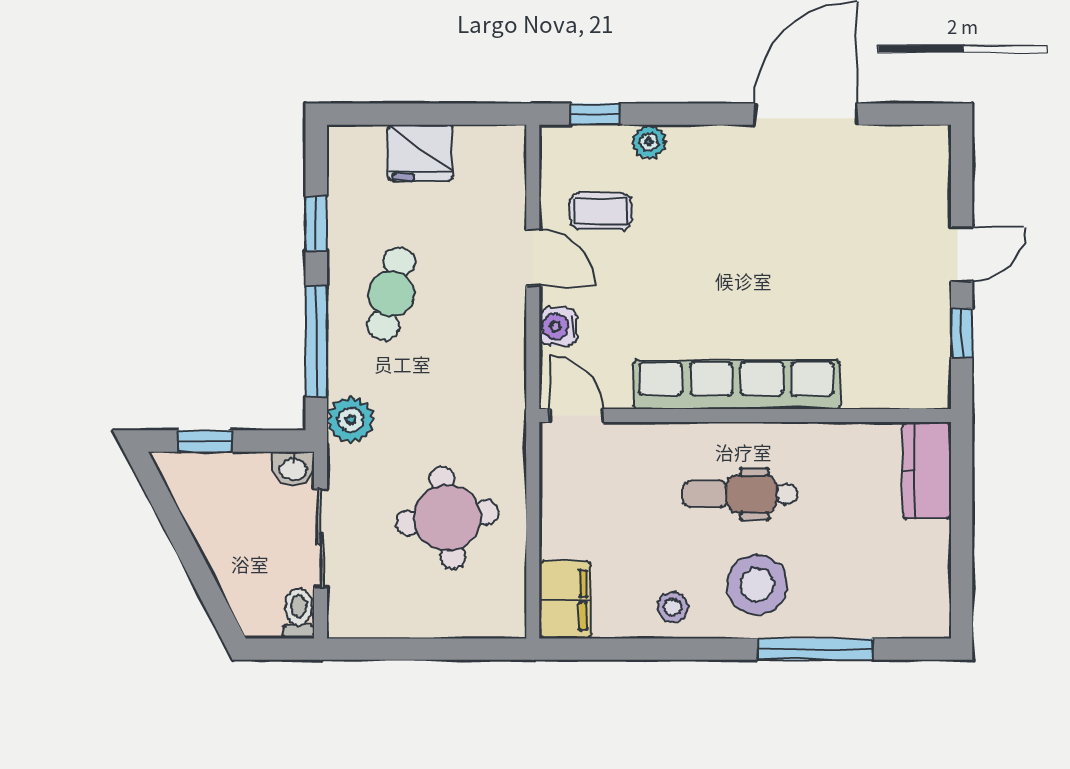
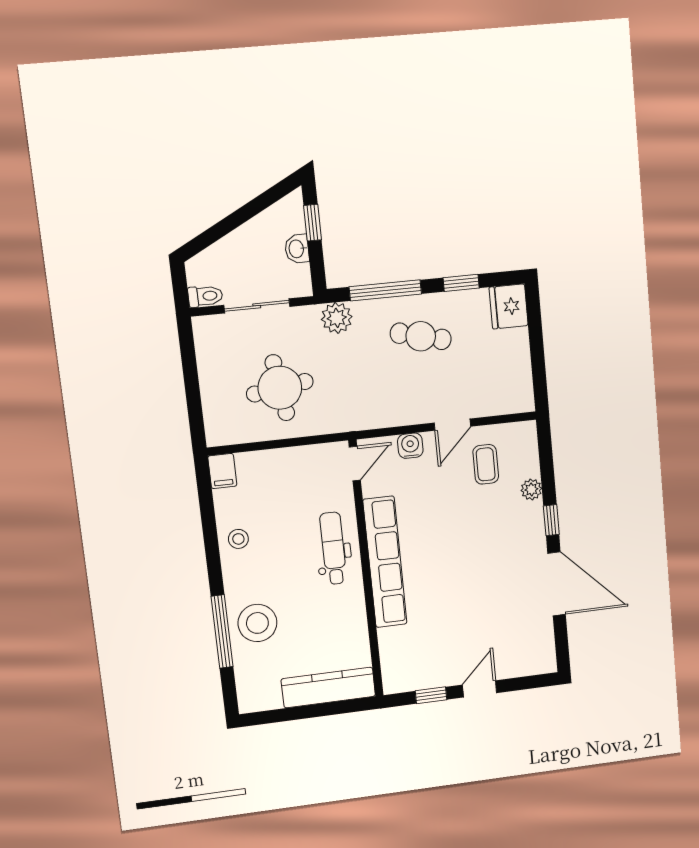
window: (595, 114) -> (551, 520), moved
fridge: (420, 153) -> (509, 306), moved
door: (962, 254) -> (480, 689), swing flipped
washbasin: (293, 469) -> (297, 249), moved
kitchen counter: (927, 470) -> (328, 688), width x1.50
dental chair: (740, 494) -> (333, 548), moved
stool: (757, 585) -> (257, 623), moved
filing cabinet: (565, 600) -> (222, 471), width x0.50

